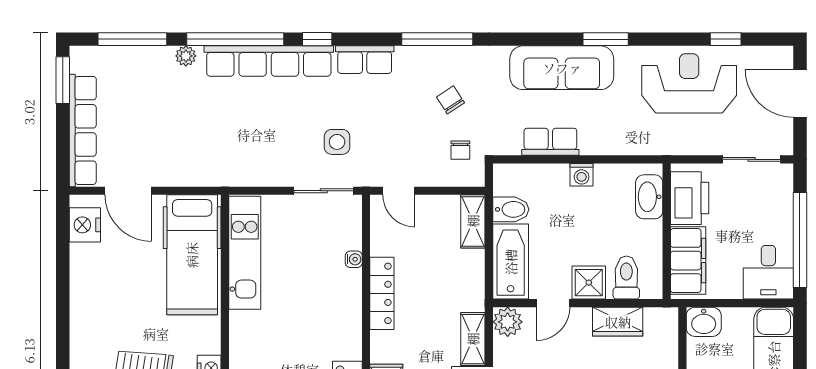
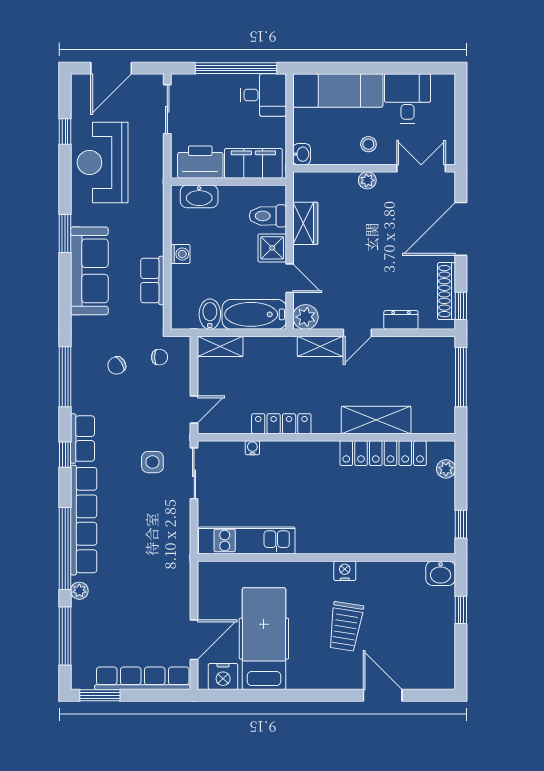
window: (317, 39) -> (65, 455), moved
hospital bed: (192, 255) -> (264, 639), moved, turned -90
washbasin: (704, 322) -> (302, 154), width x0.72, depth x0.69

